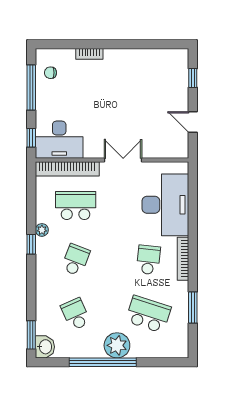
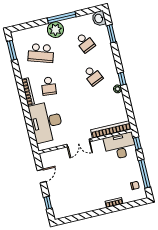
door: (193, 122) -> (42, 176), hinge flipped
school desk: (76, 206) -> (101, 109), removed
school desk: (76, 260) -> (93, 76), turned -45
window: (193, 308) -> (12, 50), moved
window: (31, 335) -> (111, 34), moved
window: (103, 362) -> (62, 17), width x0.68

